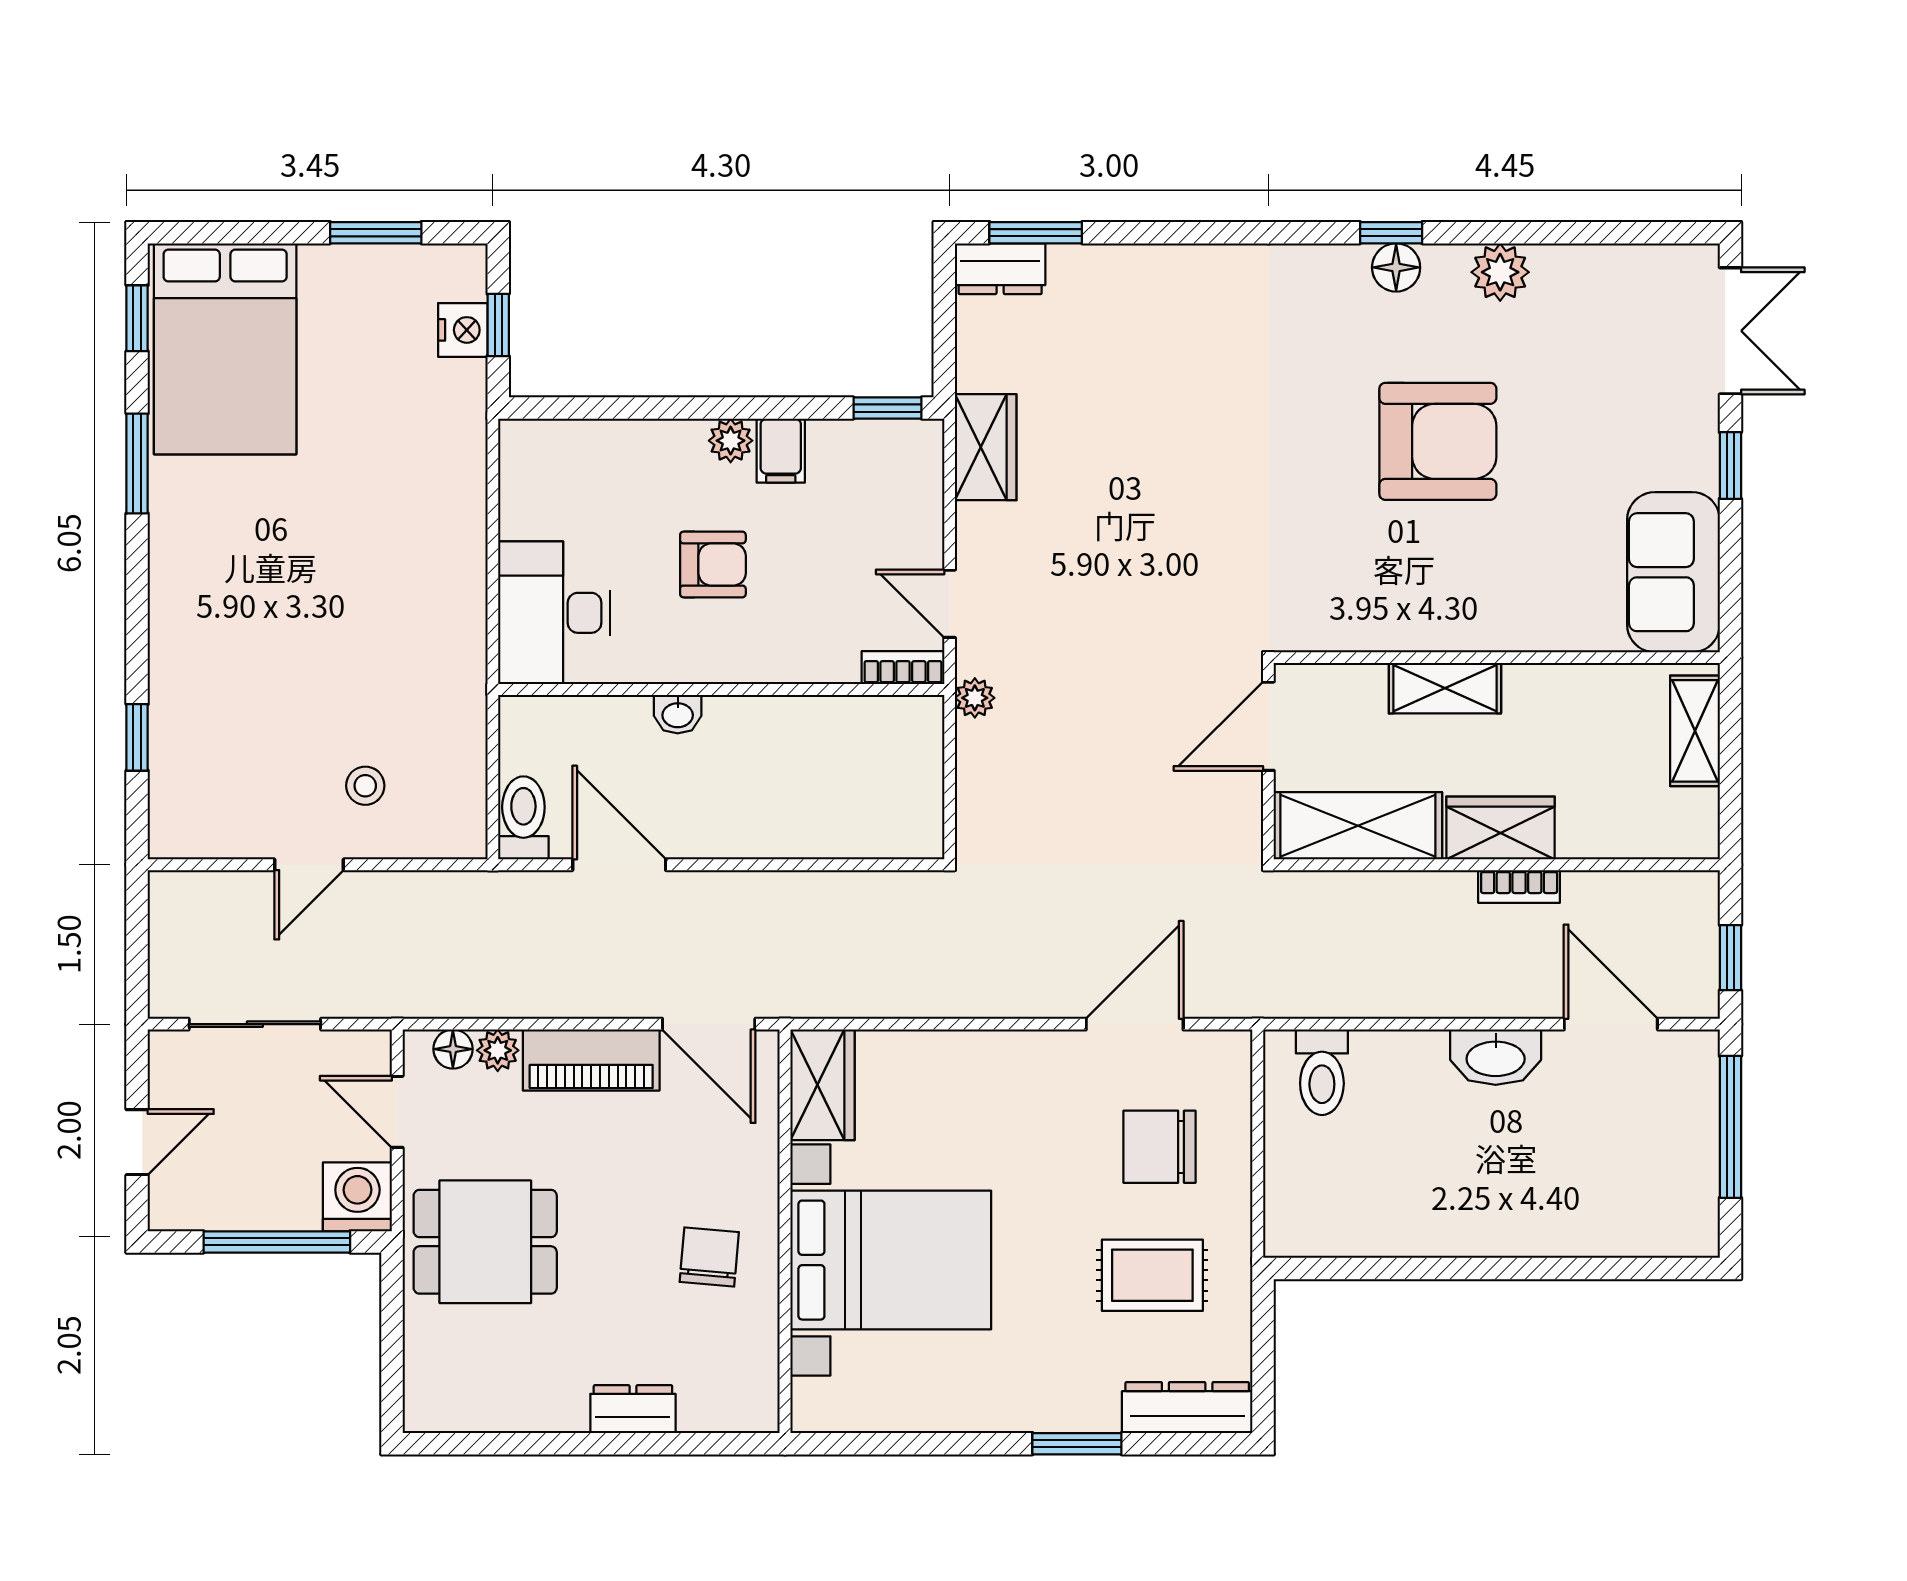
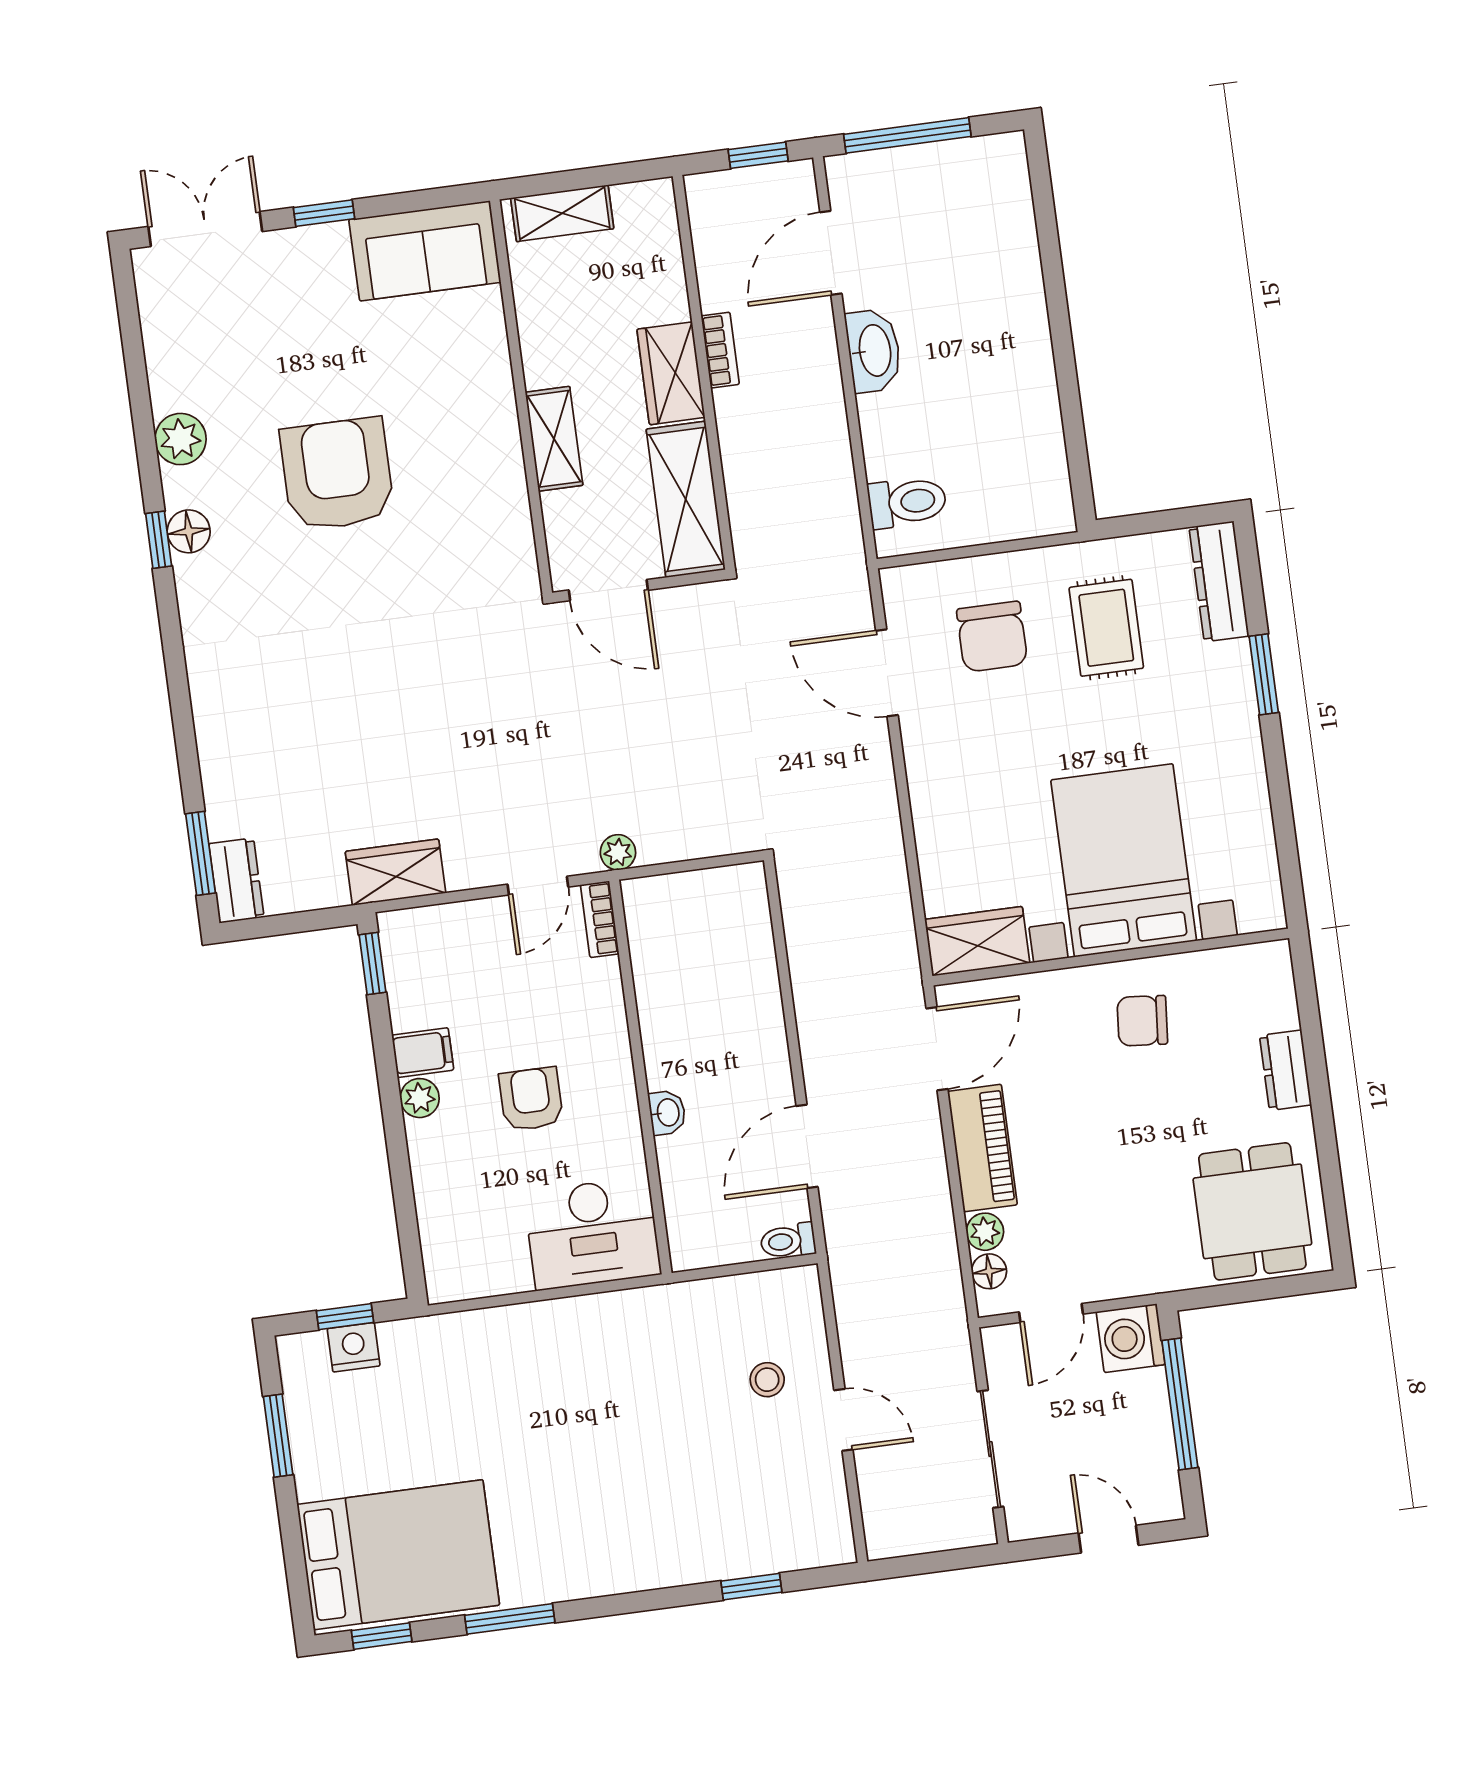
toilet: (523, 818) -> (788, 1241), width x0.73, depth x0.72
dining table: (485, 1242) -> (1252, 1211), moved

